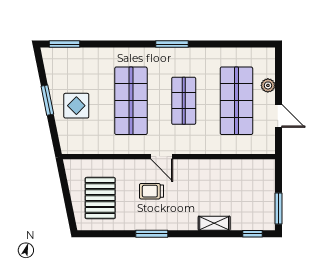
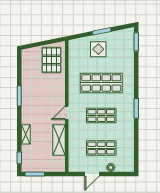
shop shelf: (236, 101) -> (101, 148), width x0.70, depth x0.74
door: (162, 157) -> (67, 113), moved
shelving: (223, 169) -> (59, 140), added
trolley: (152, 191) -> (45, 96), removed
pallet: (100, 198) -> (51, 60), moved, turned 90

